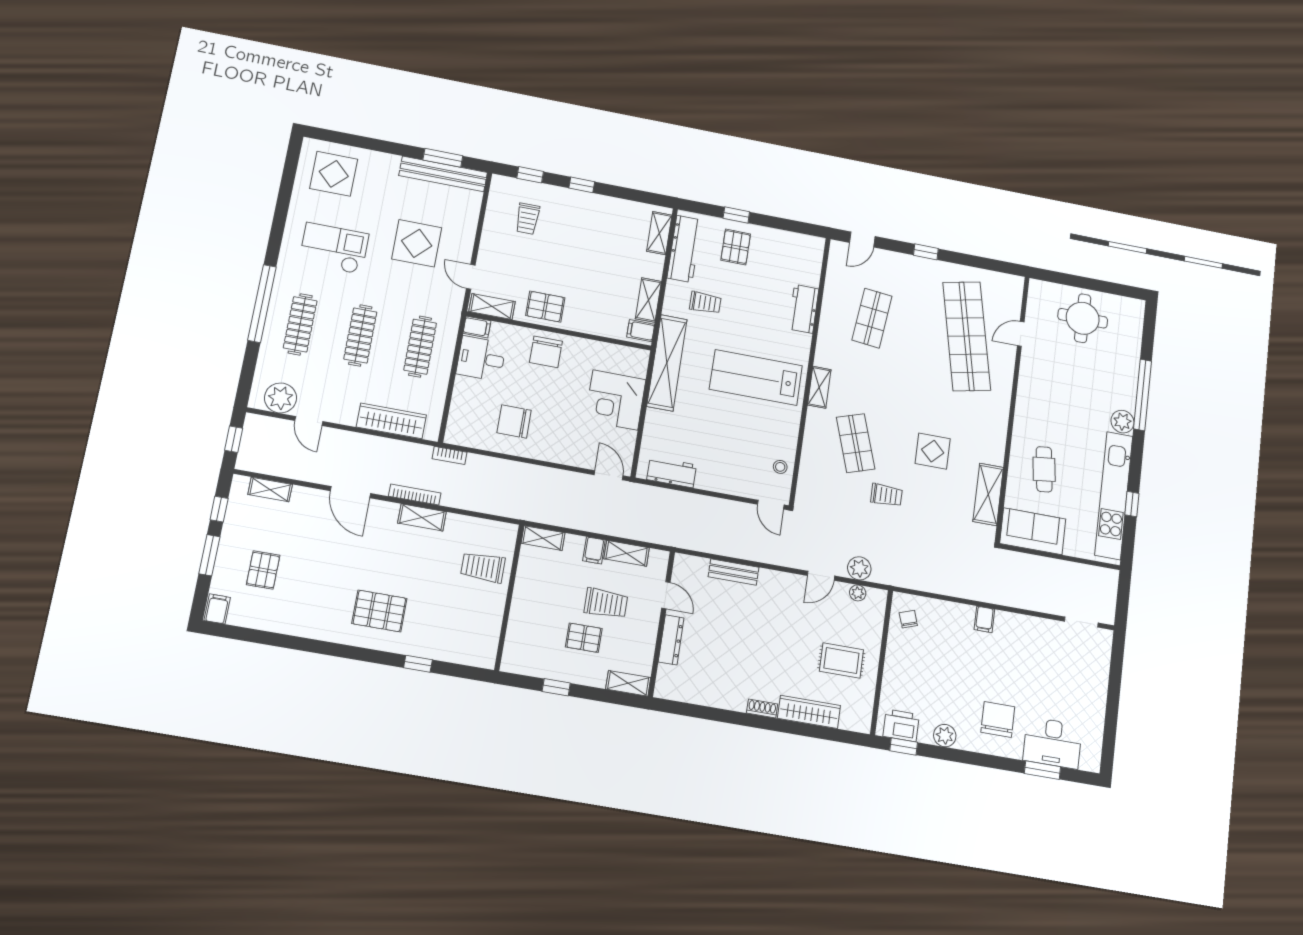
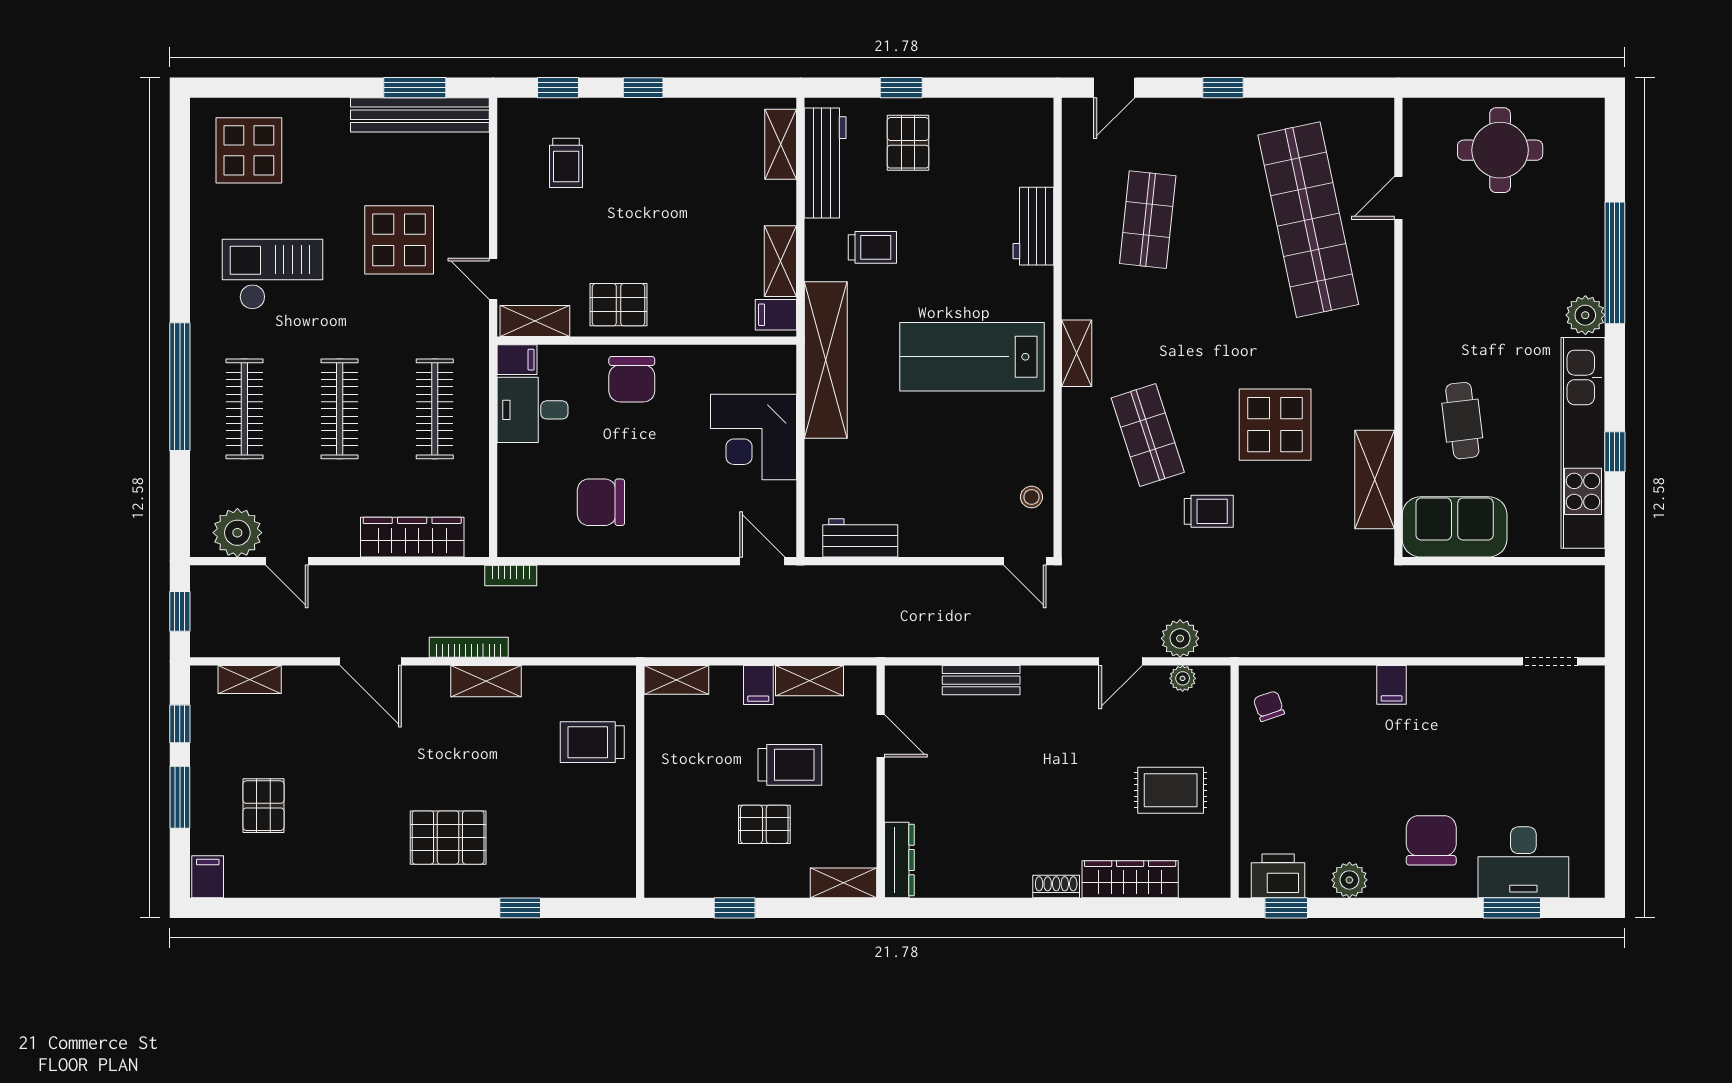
display table: (933, 451) -> (1275, 425), width x1.36, depth x1.36
dresser: (671, 640) -> (899, 860), moved

